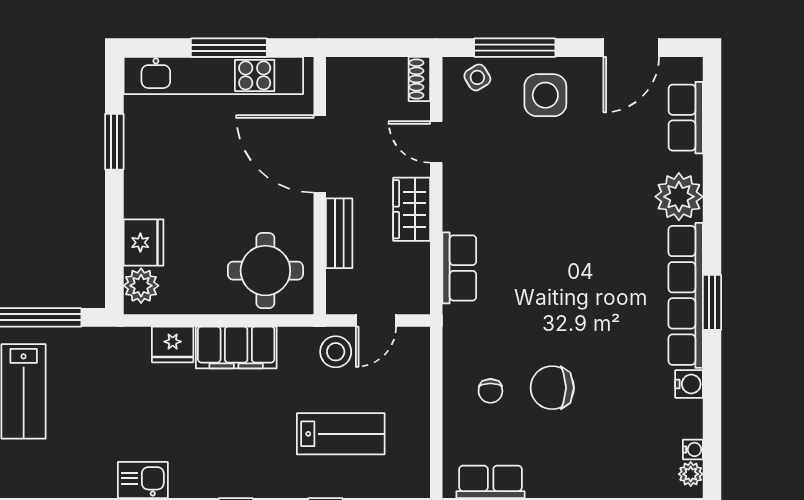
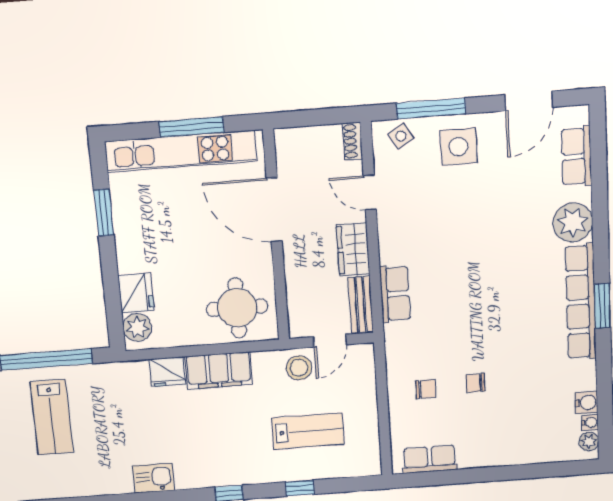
bench: (339, 233) -> (361, 305), moved
water cooler: (689, 384) -> (586, 403), moved
chair: (552, 388) -> (475, 383), width x0.54, depth x0.54
chair: (490, 391) -> (426, 389), turned -90

